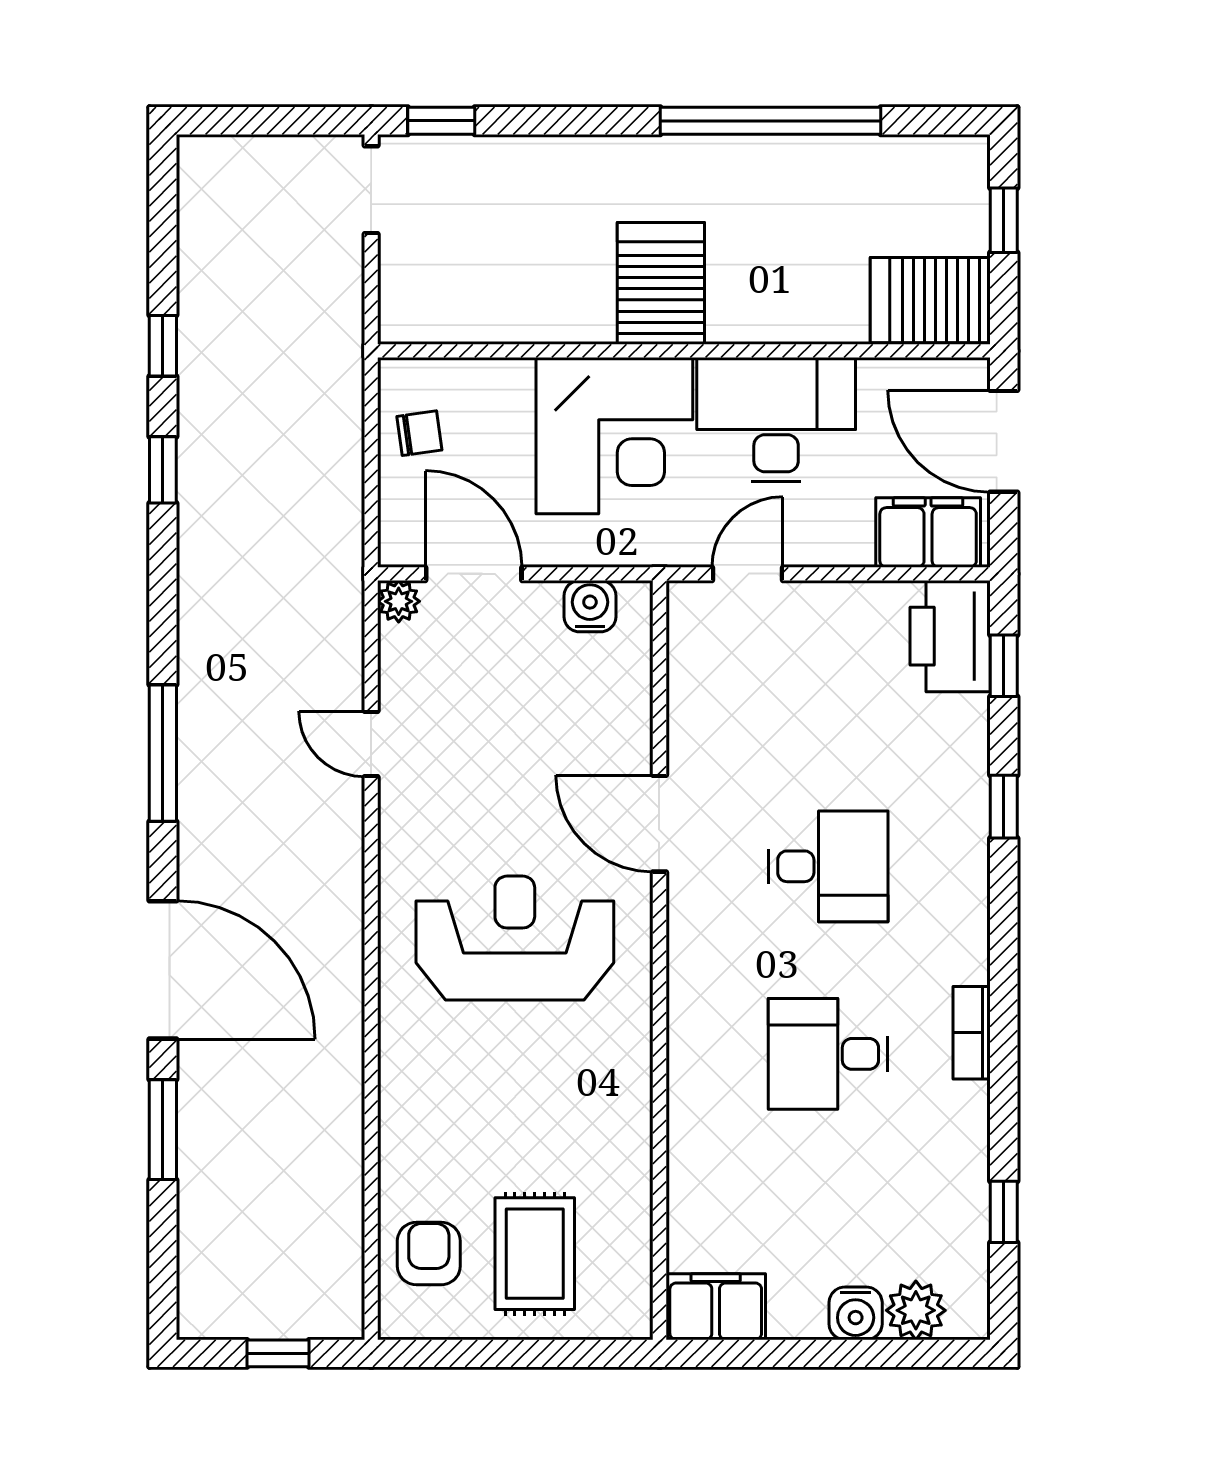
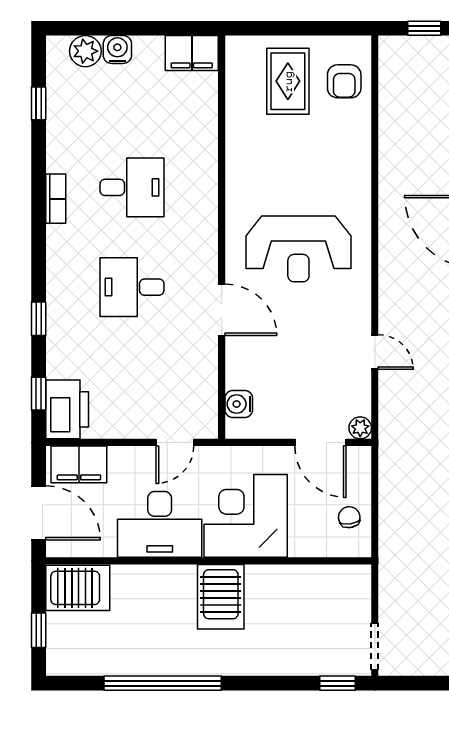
chair: (419, 433) -> (349, 517), turned 90
water cooler: (590, 606) -> (239, 404), moved, turned 90

